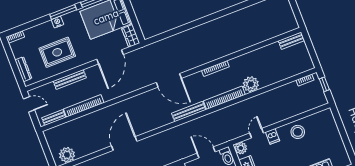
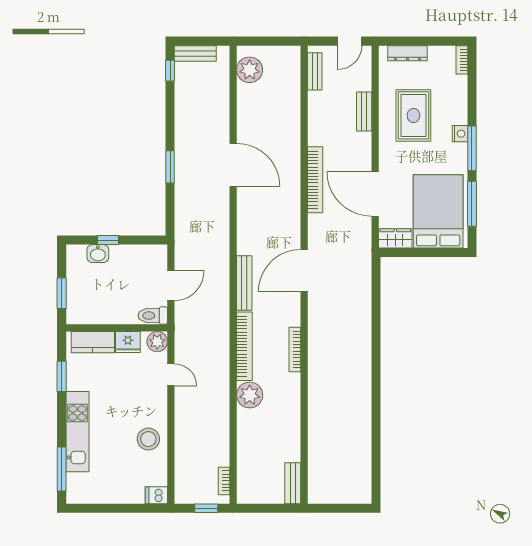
bench: (70, 79) -> (364, 112), width x0.73
bookcase: (84, 106) -> (315, 180), moved
dishwasher: (273, 136) -> (156, 495), moved

